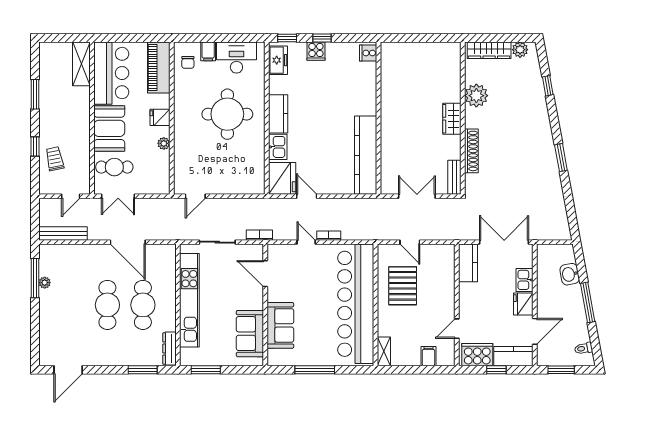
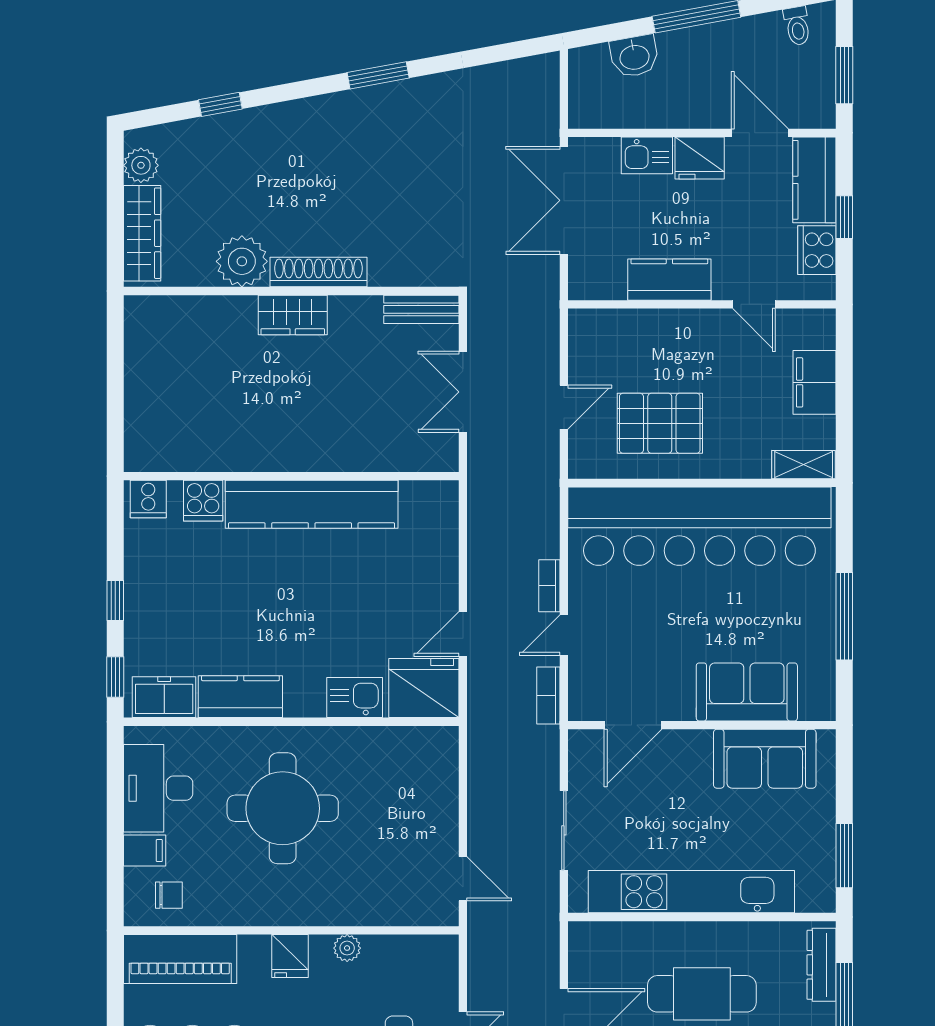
cooker: (316, 51) -> (203, 501), moved, turned 90
kitchen counter: (278, 114) -> (240, 697), moved
shoe rack: (471, 151) -> (319, 272), moved
kitchen counter: (366, 155) -> (312, 504), moved
bookcase: (259, 235) -> (548, 696), moved
kitchen counter: (468, 263) -> (669, 280), moved
dresser: (170, 349) -> (821, 965), moved, turned 90
cooker: (477, 355) -> (817, 250), width x0.73, depth x0.76
filing cabinet: (428, 356) -> (814, 382), width x2.00

